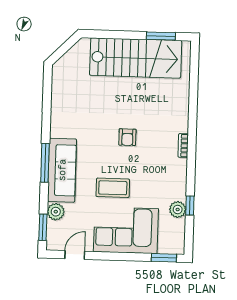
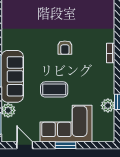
door: (75, 255) -> (25, 145), hinge flipped
window: (164, 258) -> (65, 145), moved

